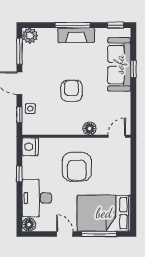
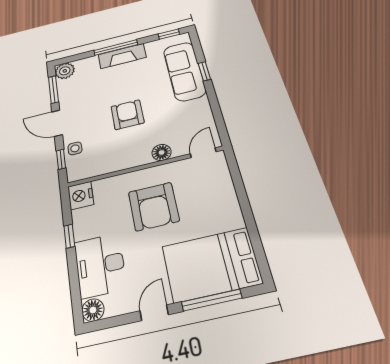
door: (65, 234) -> (154, 313), hinge flipped

